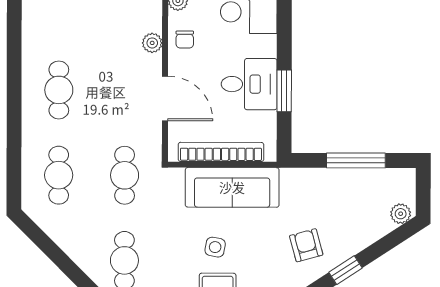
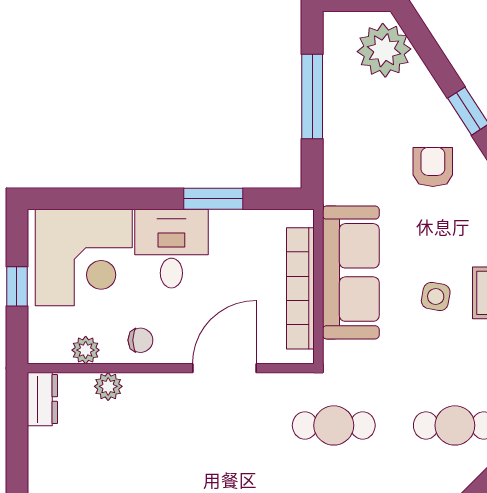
plant: (152, 43) -> (108, 386), moved
desk: (249, 84) -> (171, 249), moved
plant: (401, 214) -> (384, 50), width x1.87, depth x1.87
armchair: (306, 245) -> (433, 167), turned 105

